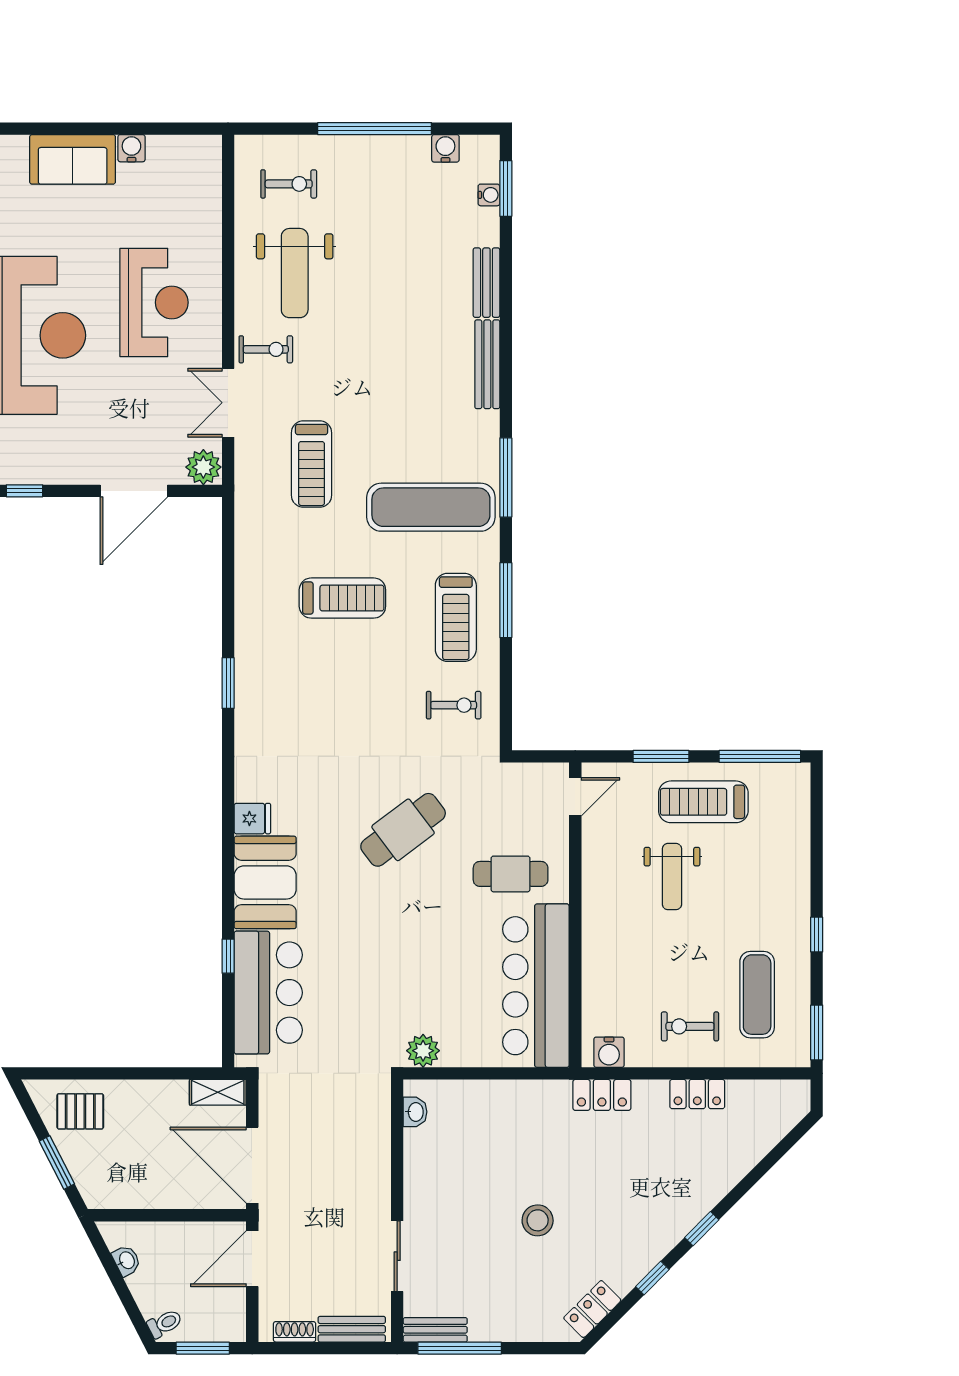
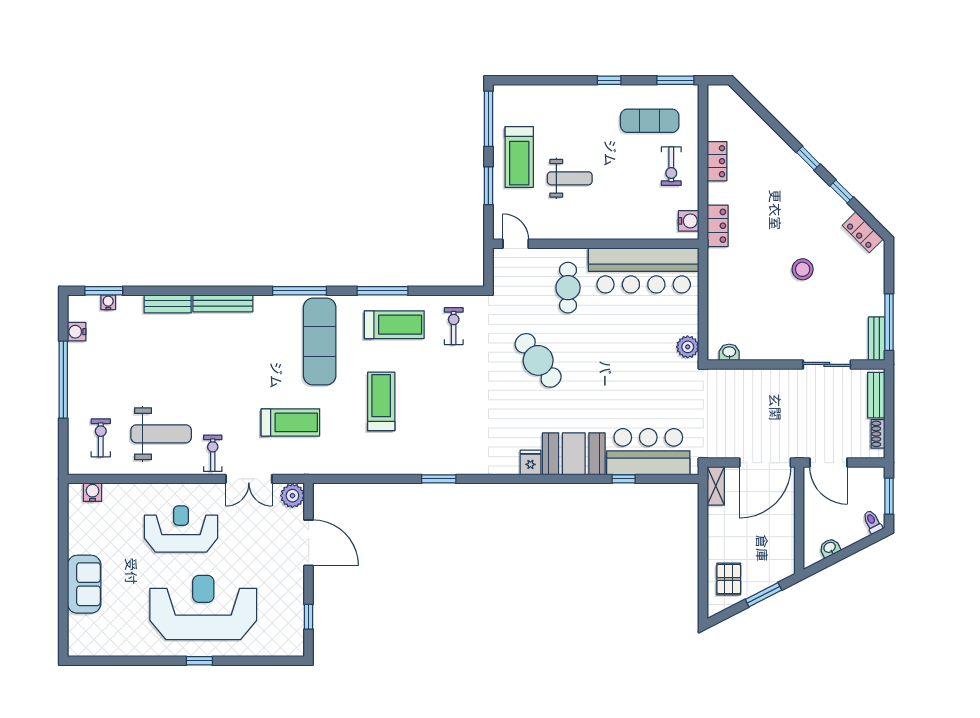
water cooler: (131, 148) -> (92, 492), moved, turned 90

